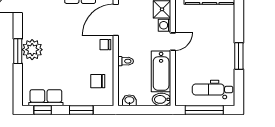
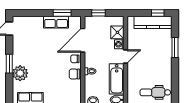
plant: (32, 50) -> (20, 73), moved
window: (239, 56) -> (175, 48), moved
chair: (98, 81) -> (74, 74), moved

